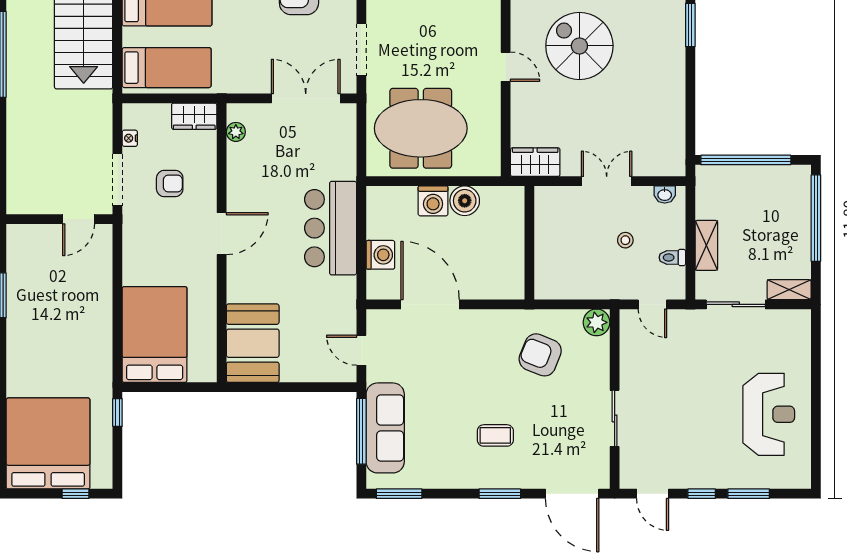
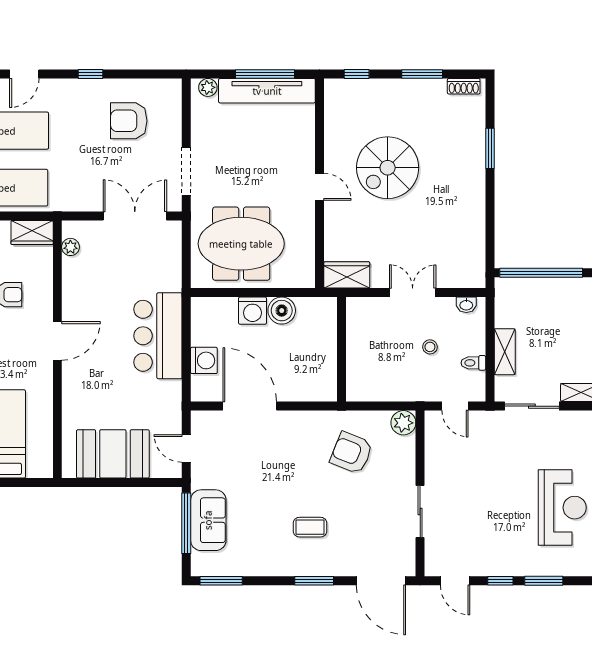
spiral stairs: (579, 46) -> (388, 168), turned -90
booth: (253, 343) -> (113, 454), moved, turned 90
sofa: (385, 428) -> (208, 520), width x0.73

